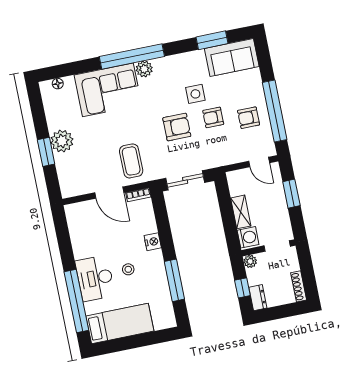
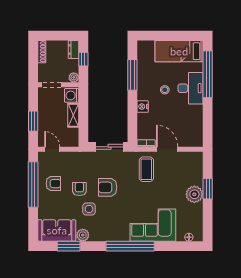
plant: (144, 69) -> (83, 235), moved
armchair: (213, 117) -> (79, 189), turned -90

